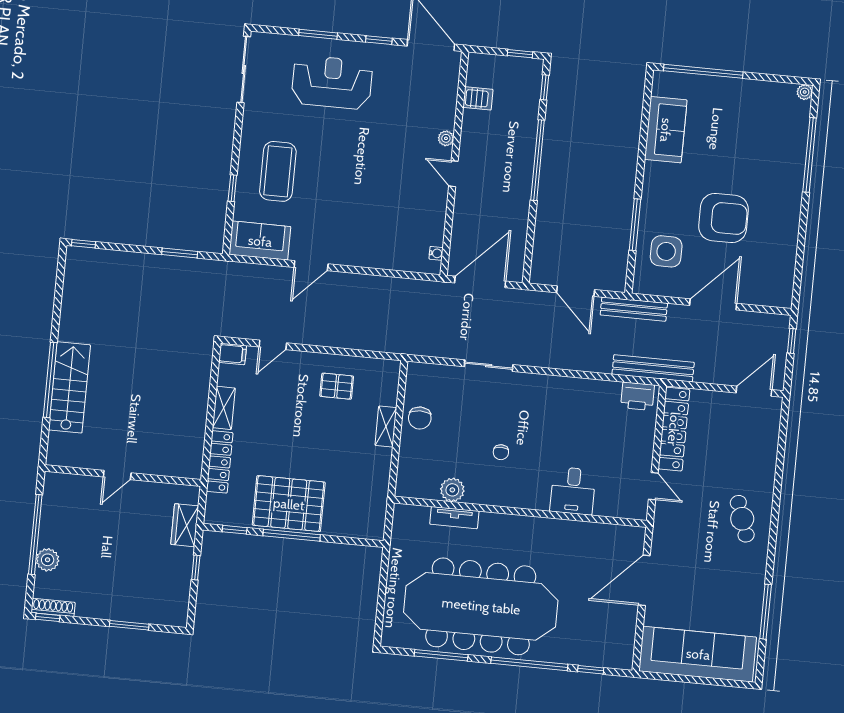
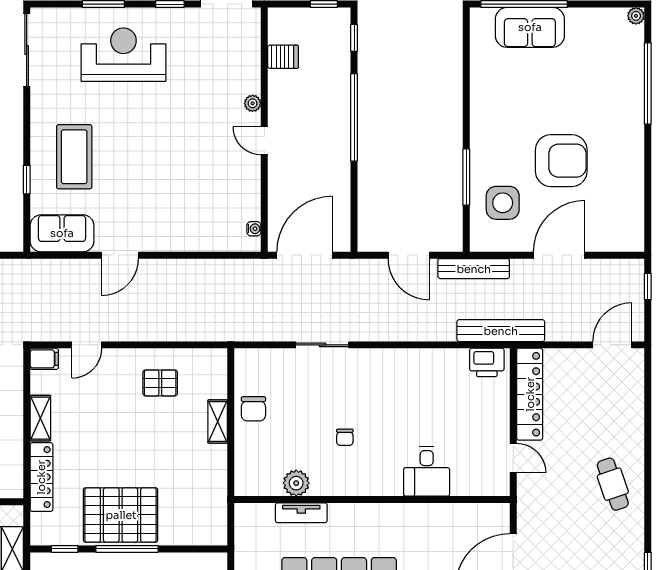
sofa: (666, 130) -> (530, 27), moved, turned 90

